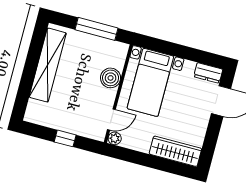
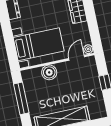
door: (111, 120) -> (77, 58), hinge flipped

